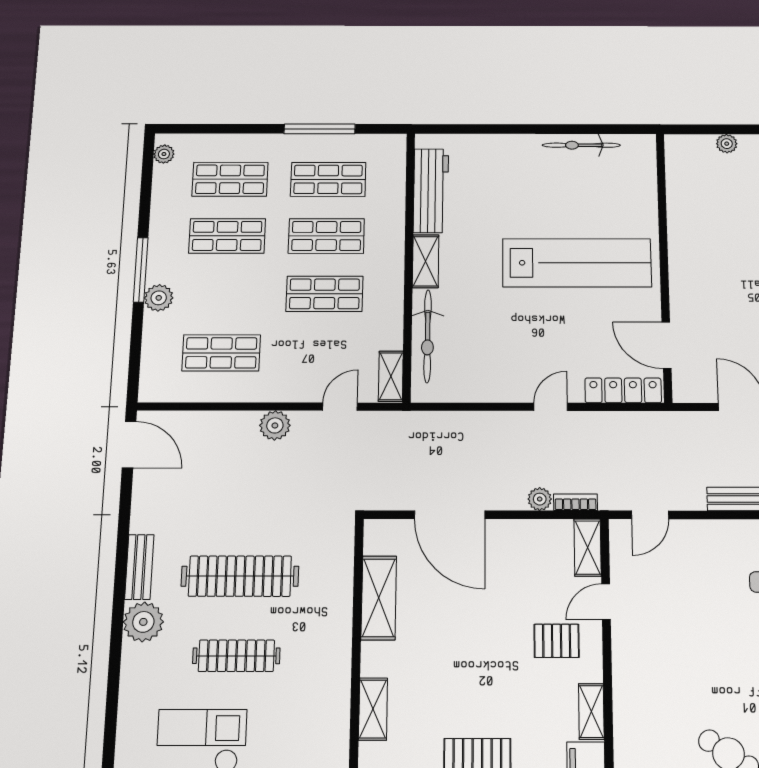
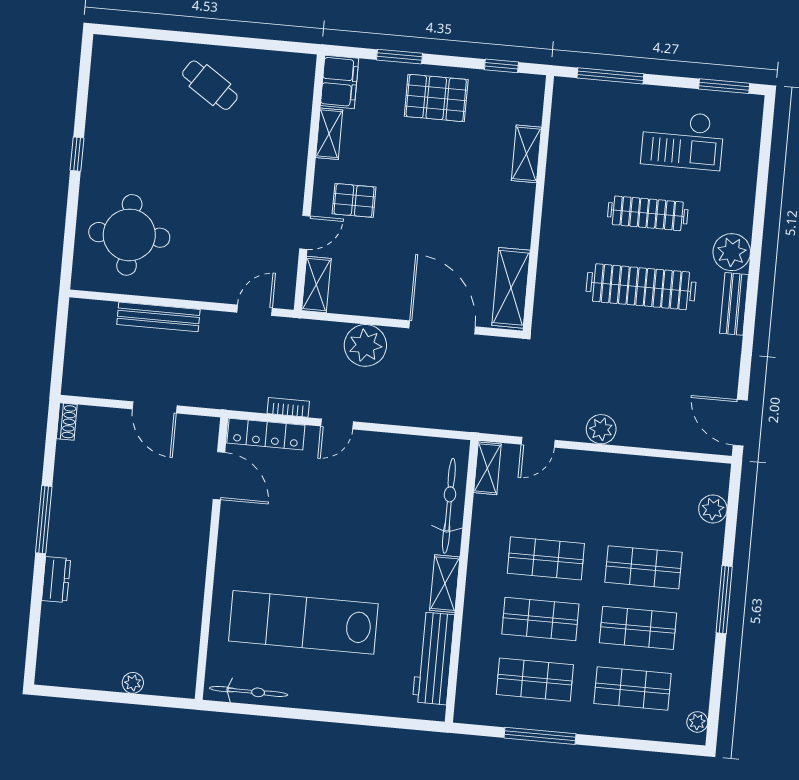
bicycle: (581, 145) -> (249, 691), moved
lab bench: (577, 263) -> (303, 622), moved
plant: (159, 298) -> (713, 509), moved
shop shelf: (221, 353) -> (644, 567), moved
plant: (540, 499) -> (365, 345), width x1.87, depth x1.87
bookcase: (576, 502) -> (288, 407), moved, turned 180
shelving: (379, 598) -> (511, 288), moved

